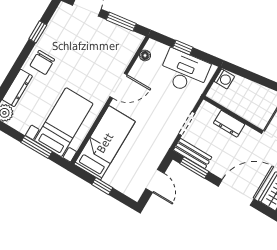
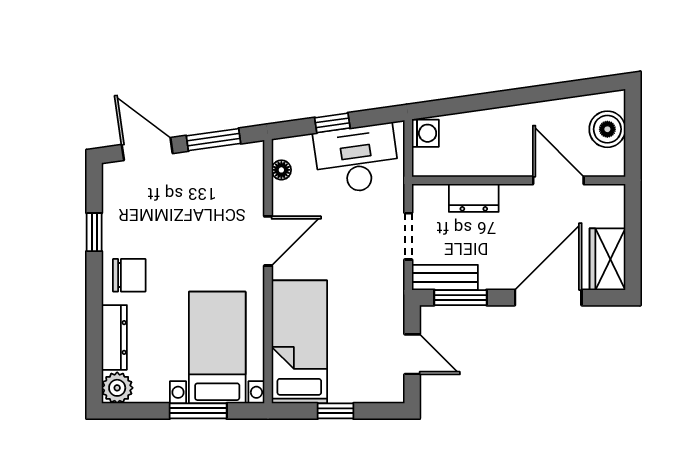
chair: (42, 62) -> (129, 275), turned -90

